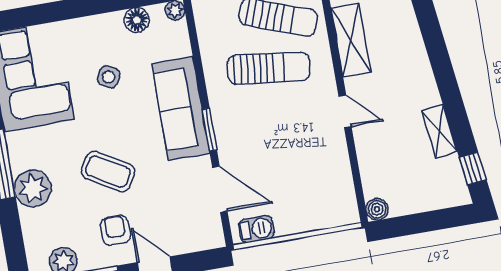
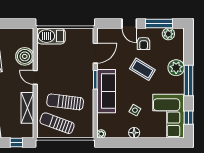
floor lamp: (137, 20) -> (134, 133), moved
door: (220, 189) -> (95, 53), swing flipped
boiler: (377, 209) -> (25, 56), moved, width x1.86, depth x1.86
barbecue: (256, 229) -> (51, 36), moved, width x1.88, depth x1.53

